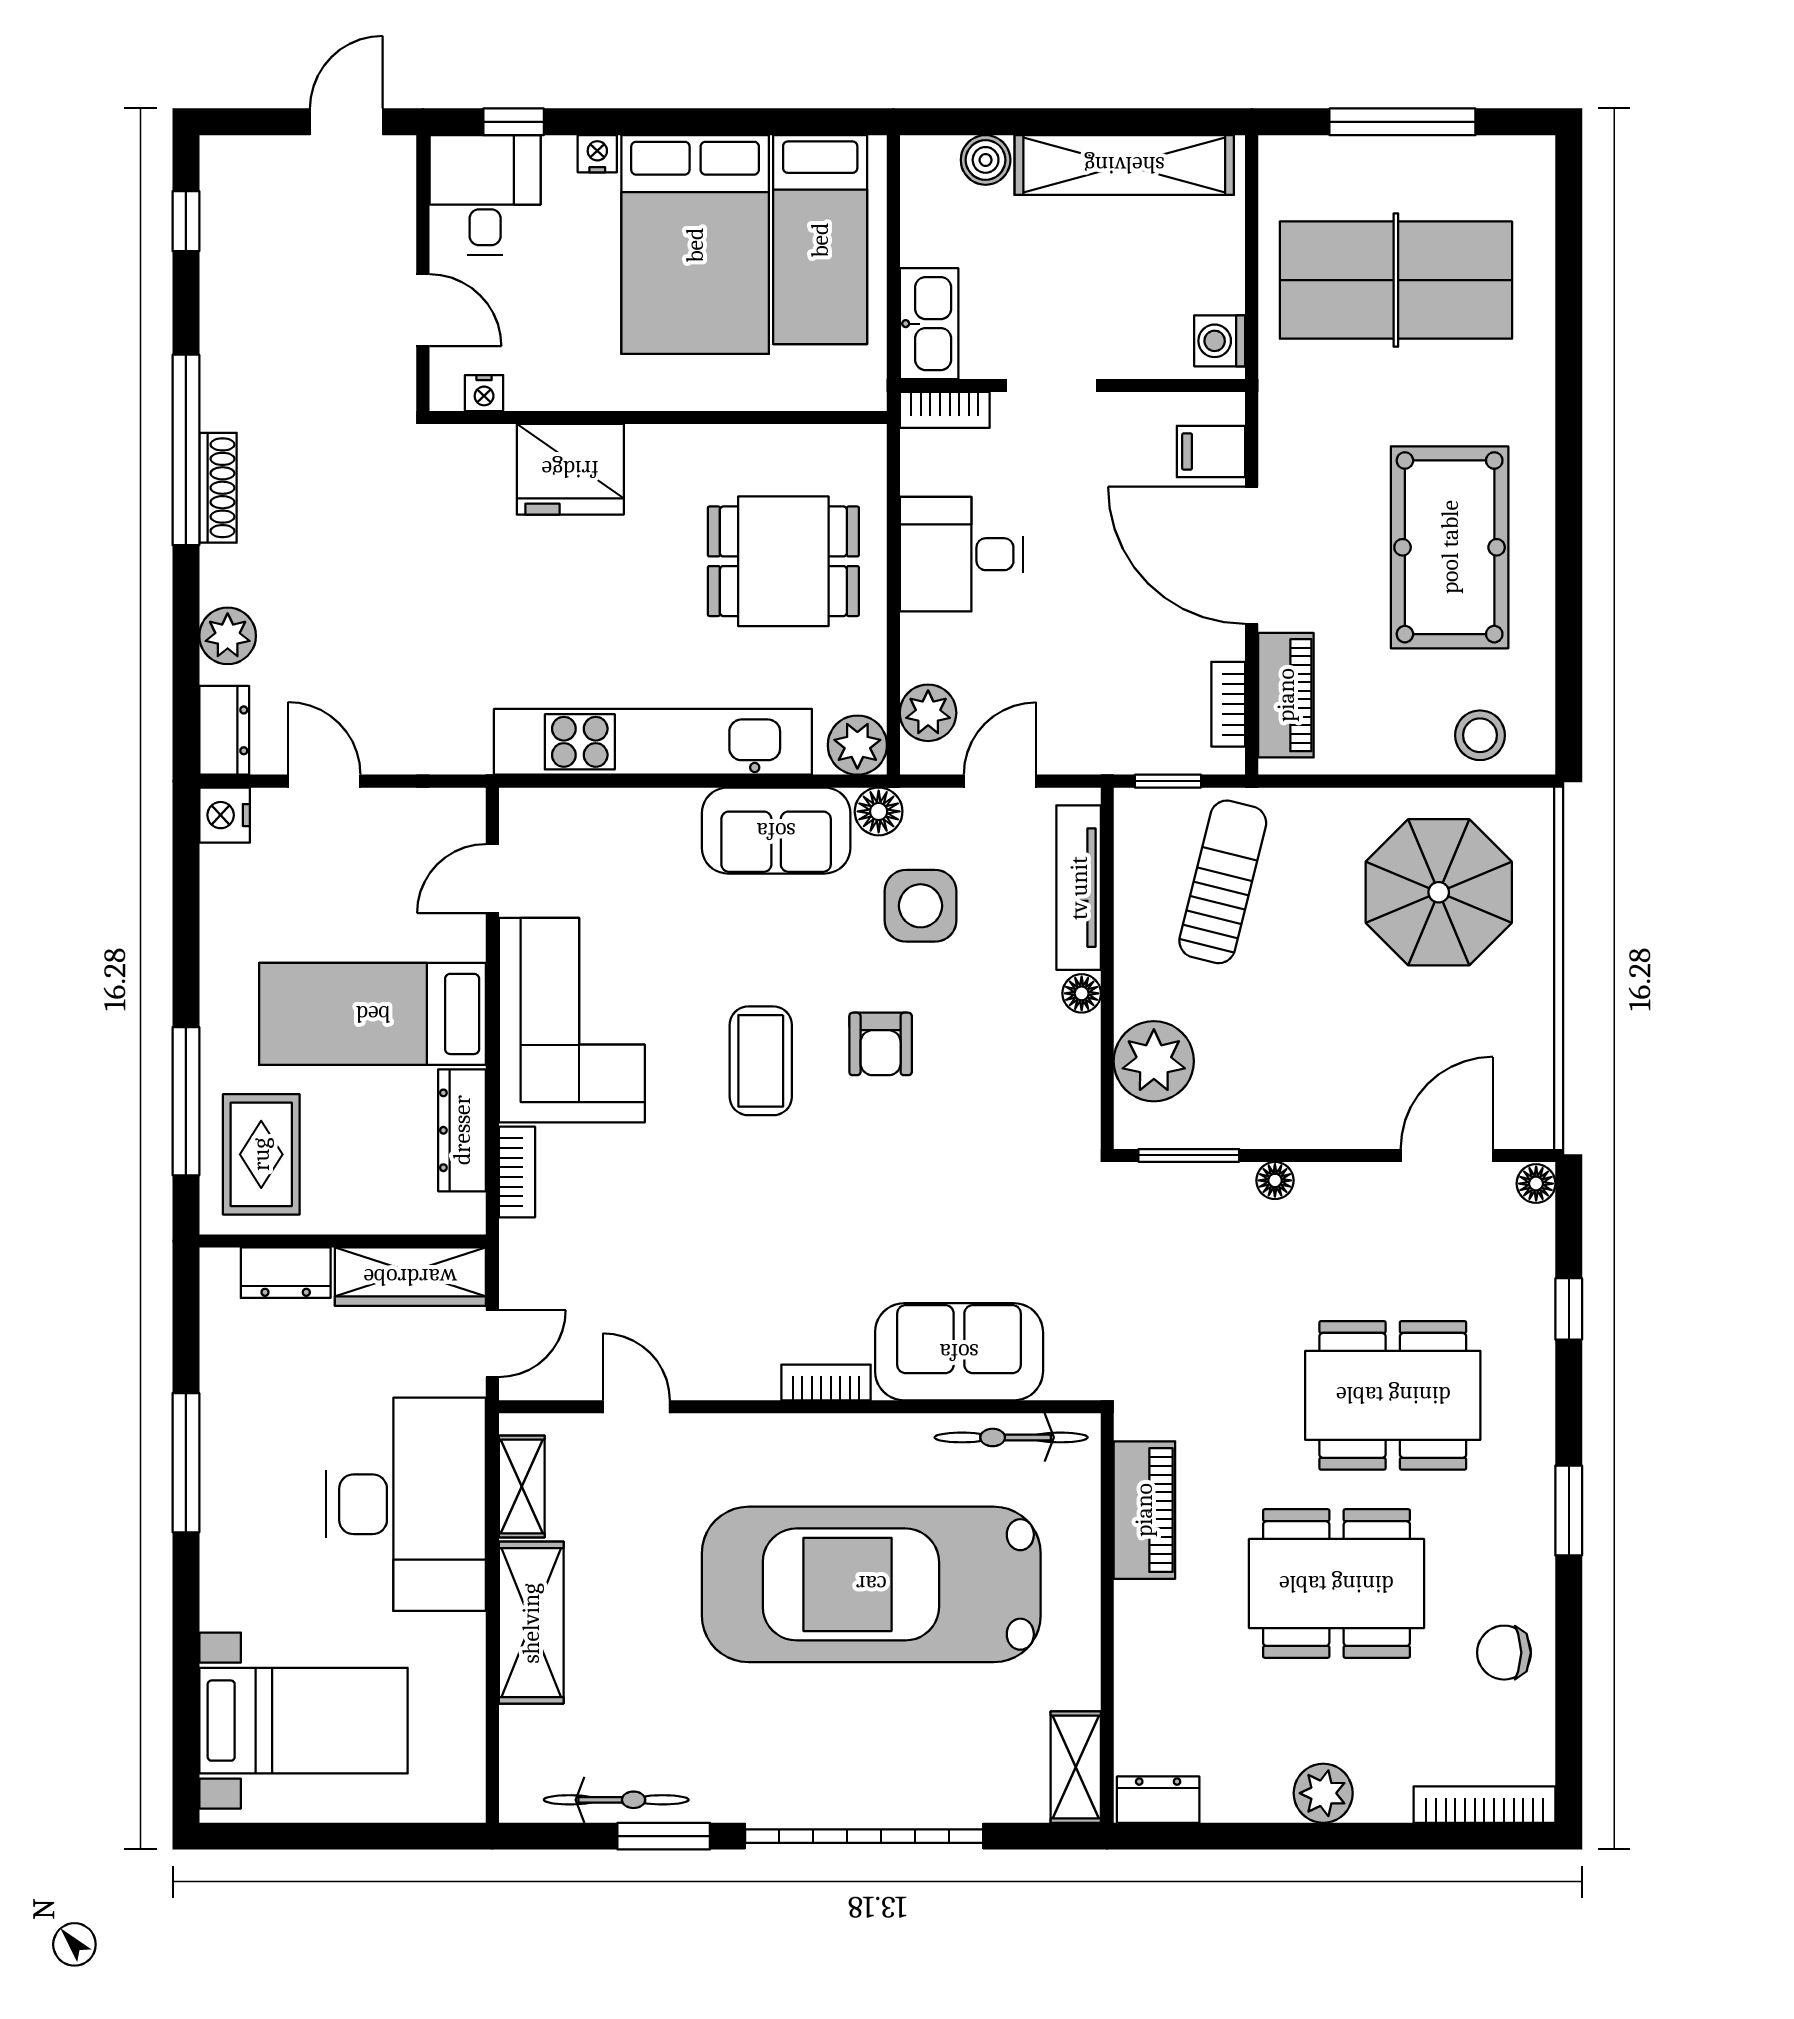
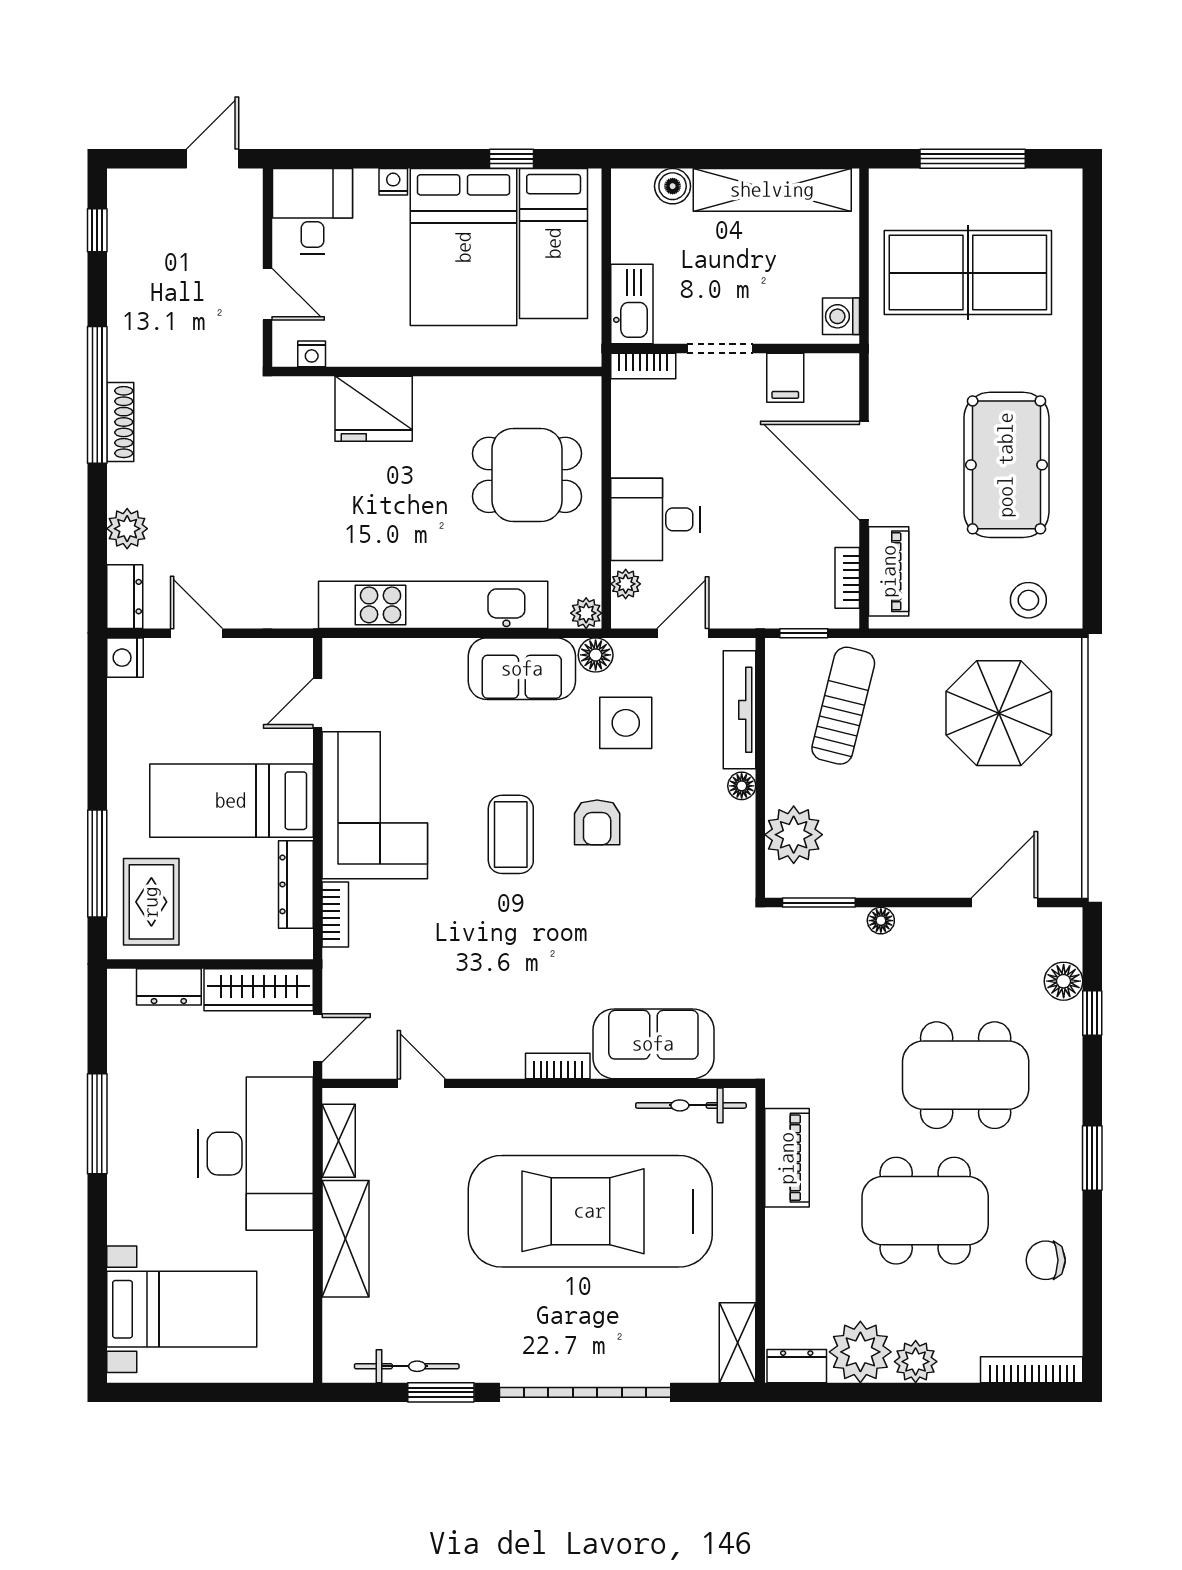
window: (514, 122) -> (511, 159), moved
filing cabinet: (1211, 452) -> (785, 378), moved, turned -90
desk: (962, 554) -> (655, 519), moved
plant: (928, 713) -> (626, 584), width x0.73, depth x0.73
plant: (857, 745) -> (586, 613), width x0.73, depth x0.73
floor lamp: (1536, 1184) -> (1064, 981), moved, width x1.37, depth x1.37
plant: (1246, 1780) -> (860, 1352), added

